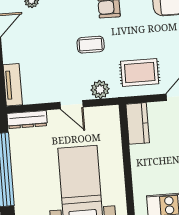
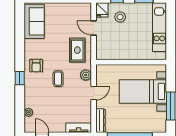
kitchen counter: (138, 123) -> (108, 54), removed

